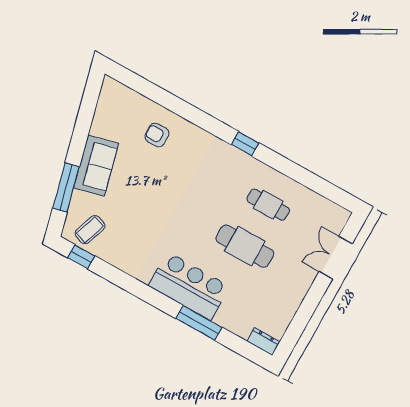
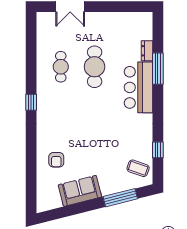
sofa: (96, 166) -> (80, 191), moved
window: (81, 257) -> (158, 150), moved
dresser: (263, 341) -> (147, 51), moved

